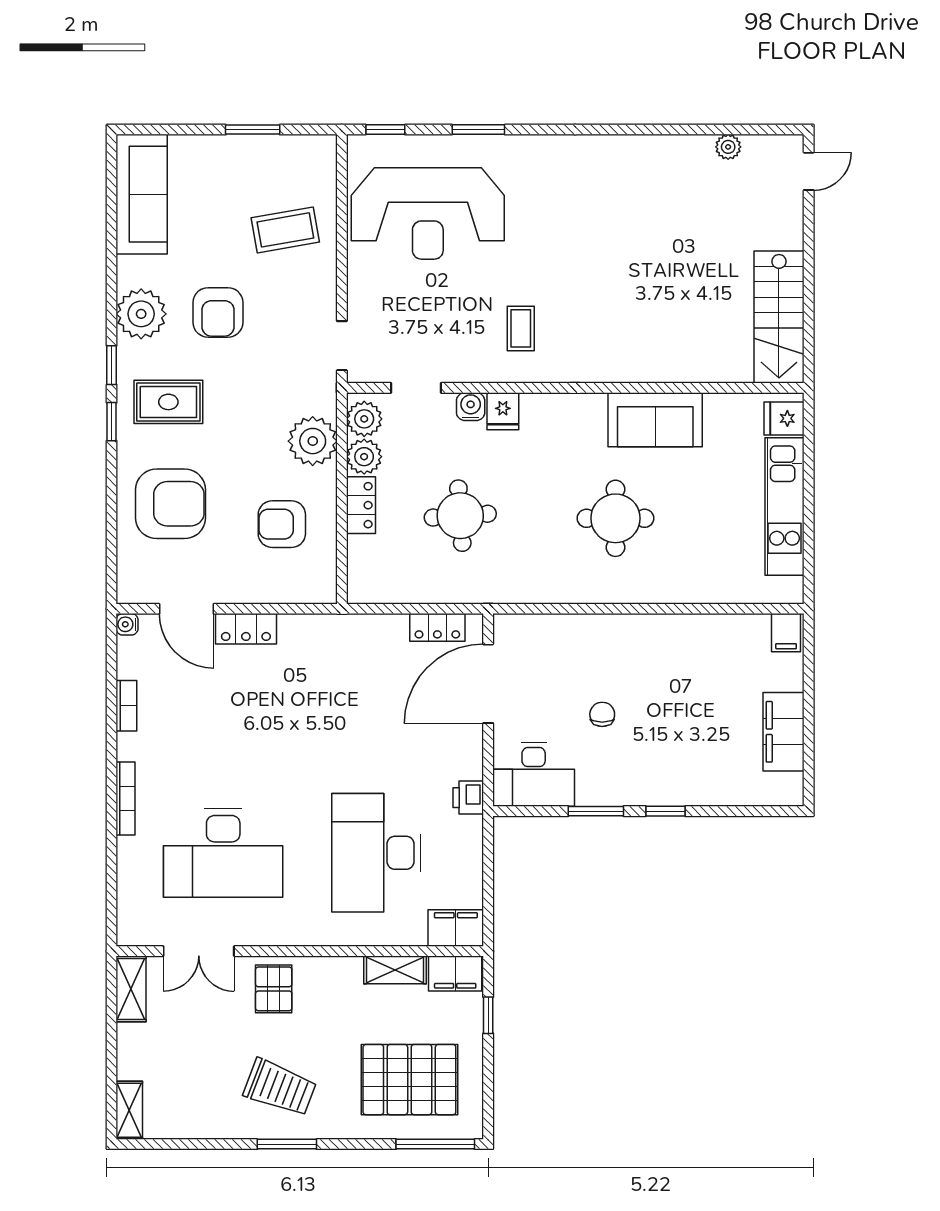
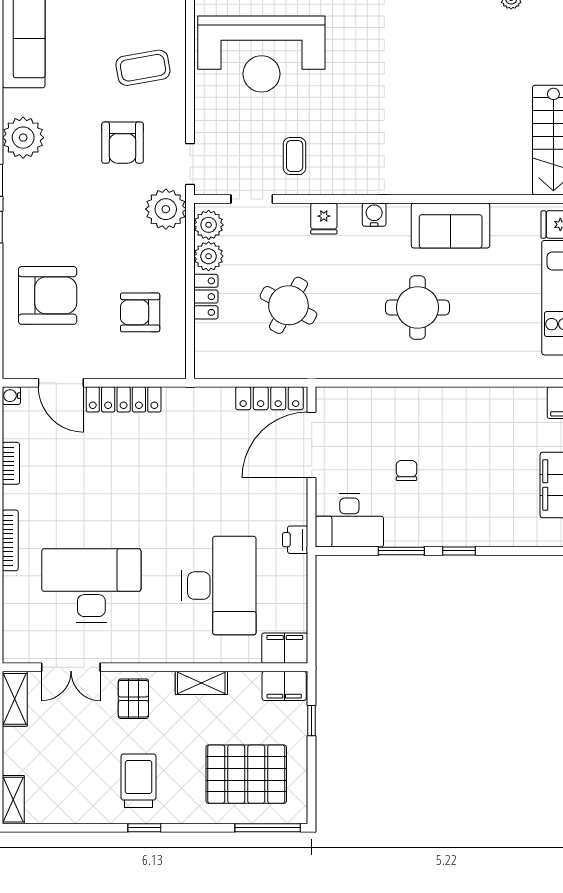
armchair: (218, 312) -> (123, 143), moved
coffee table: (521, 328) -> (295, 156), moved
rug: (168, 402) -> (46, 211), removed
water cooler: (471, 407) -> (374, 215), moved
plant: (313, 441) -> (166, 209), moved
round table: (460, 516) -> (288, 305), turned 32
locker: (437, 627) -> (269, 398), width x1.53
locker: (246, 629) -> (124, 399), width x1.53
desk: (223, 853) -> (91, 586), turned 180
desk: (376, 853) -> (219, 586), turned 180
shelving: (395, 970) -> (201, 683), moved
trolley: (280, 1088) -> (139, 781), turned -111
window: (287, 1144) -> (144, 828), width x0.67

